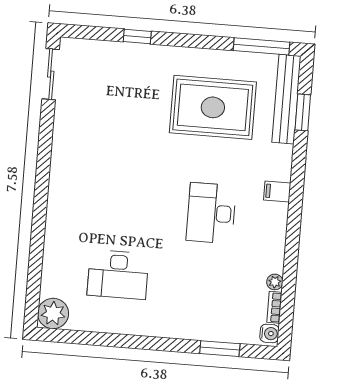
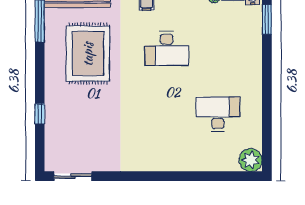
desk: (118, 275) -> (218, 114), turned -90
window: (220, 349) -> (267, 20), moved

